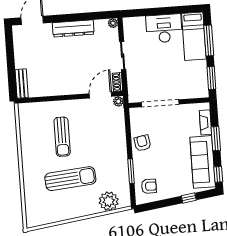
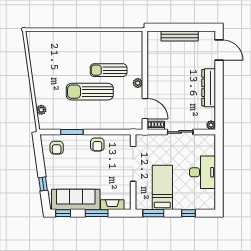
bed: (194, 36) -> (162, 187), moved, turned 90
window: (209, 40) -> (188, 213), width x0.46
bench: (22, 84) -> (180, 36), moved, width x1.36
plant: (118, 101) -> (138, 83), moved
armchair: (142, 143) -> (97, 145), turned 100
sun lounger: (70, 179) -> (90, 92), moved, turned 95
plant: (109, 201) -> (41, 110), width x0.53, depth x0.53

